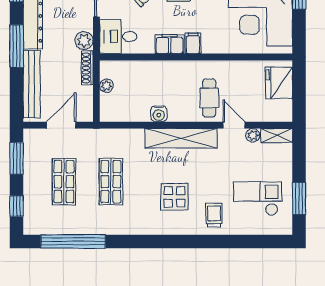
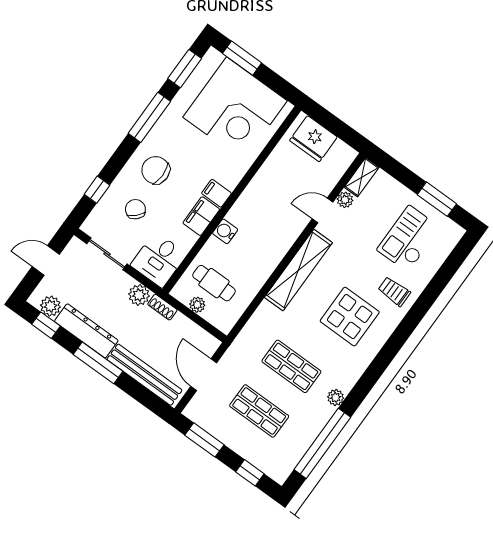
shoe rack: (87, 68) -> (162, 307), width x0.70
cafe table: (209, 98) -> (214, 283), moved
water cooler: (159, 114) -> (225, 231), moved, turned 180
display table: (174, 197) -> (350, 317), width x1.36, depth x1.36
plant: (111, 228) -> (336, 397), added

